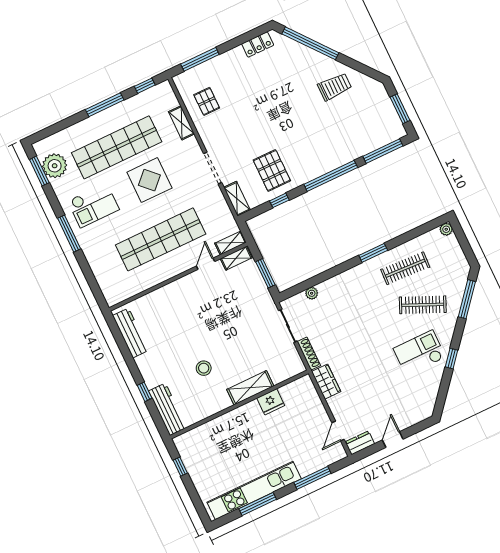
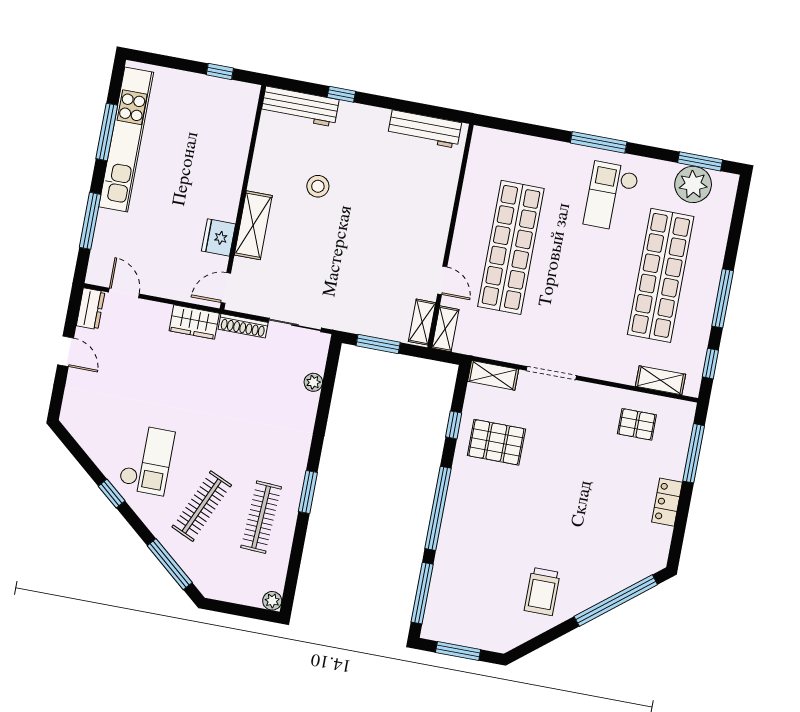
locker: (258, 44) -> (667, 502), moved
shelving: (181, 123) -> (660, 380), moved
display table: (149, 180) -> (592, 286), removed
door: (295, 378) -> (226, 288), added

